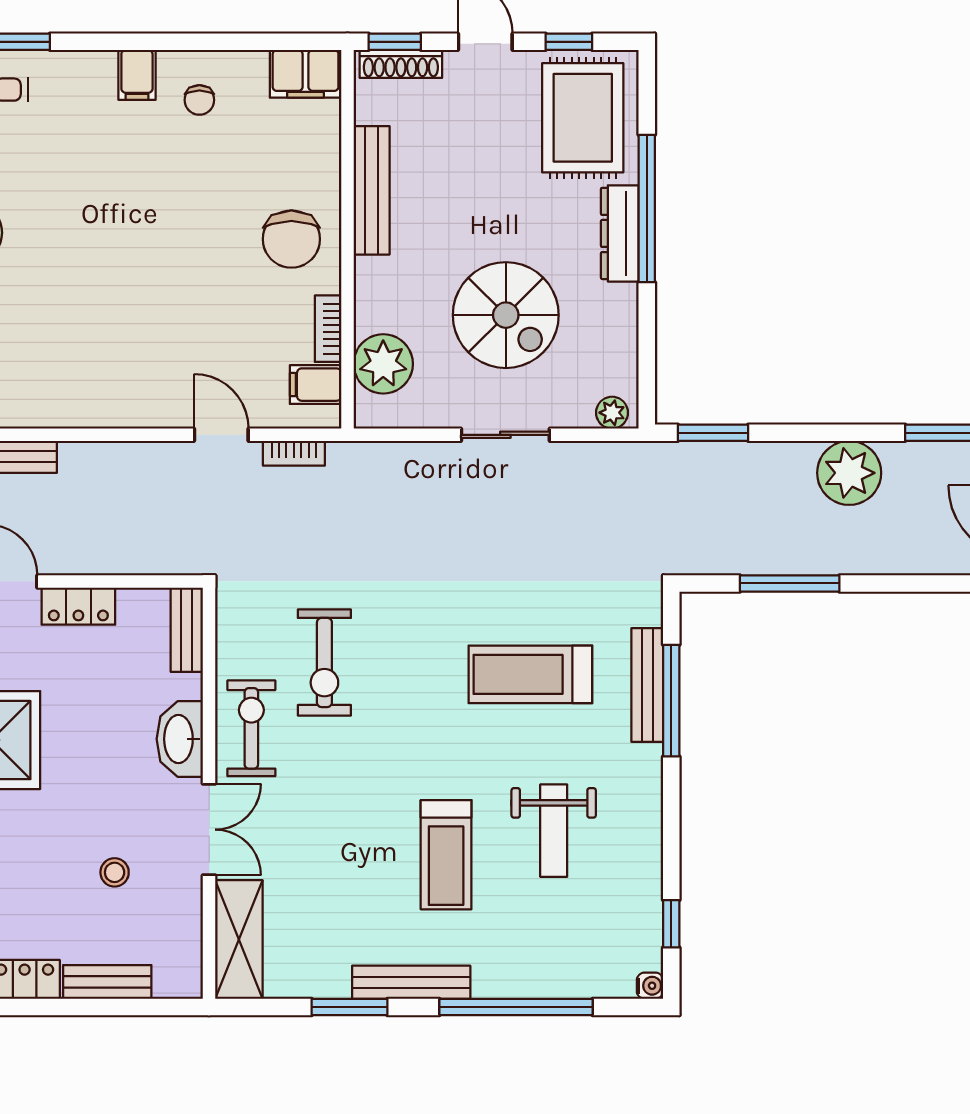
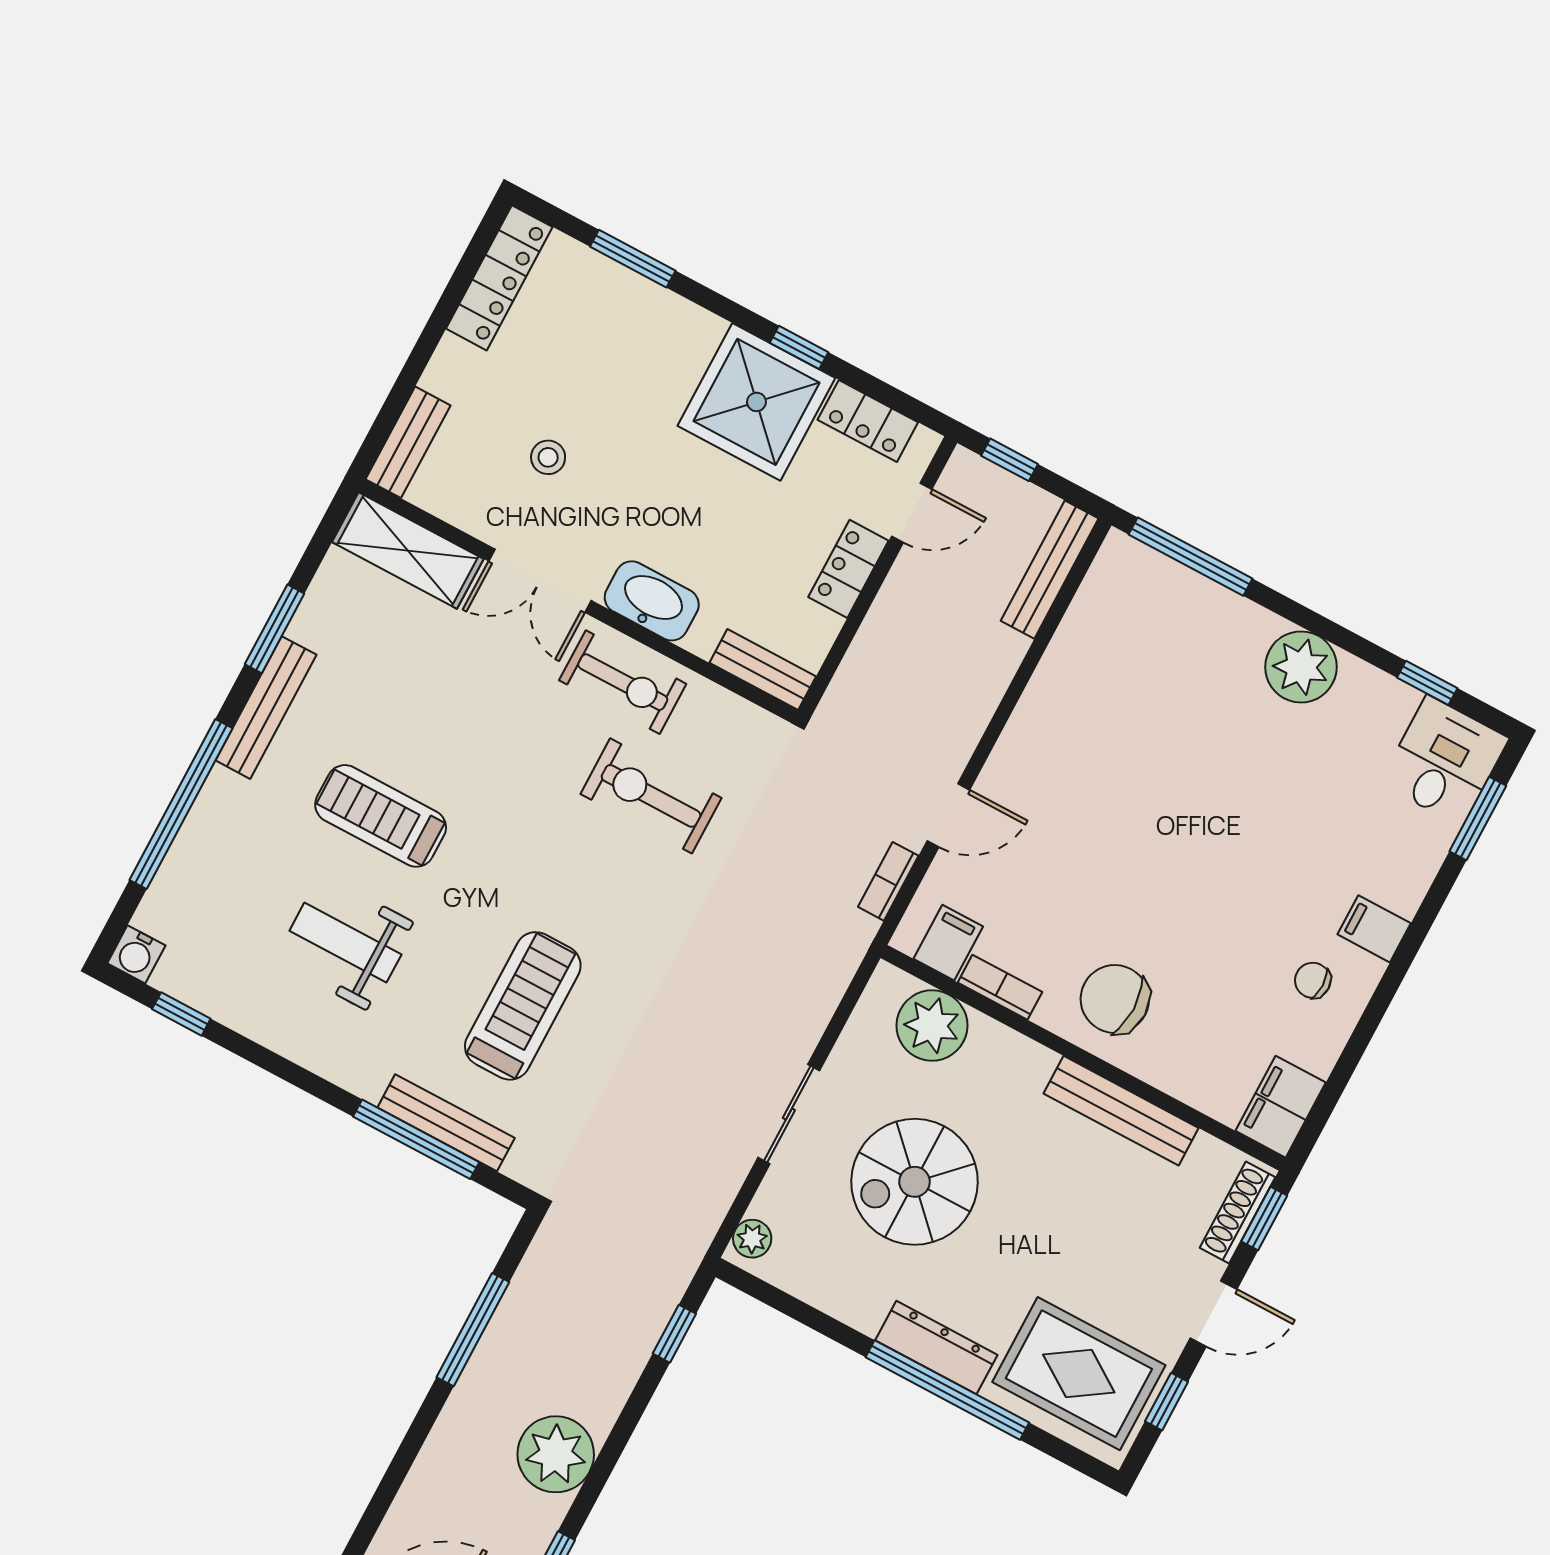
window: (713, 433) -> (674, 1334), width x0.67
bench: (107, 982) -> (408, 442), moved
water cooler: (650, 986) -> (136, 954), width x1.38, depth x1.38

